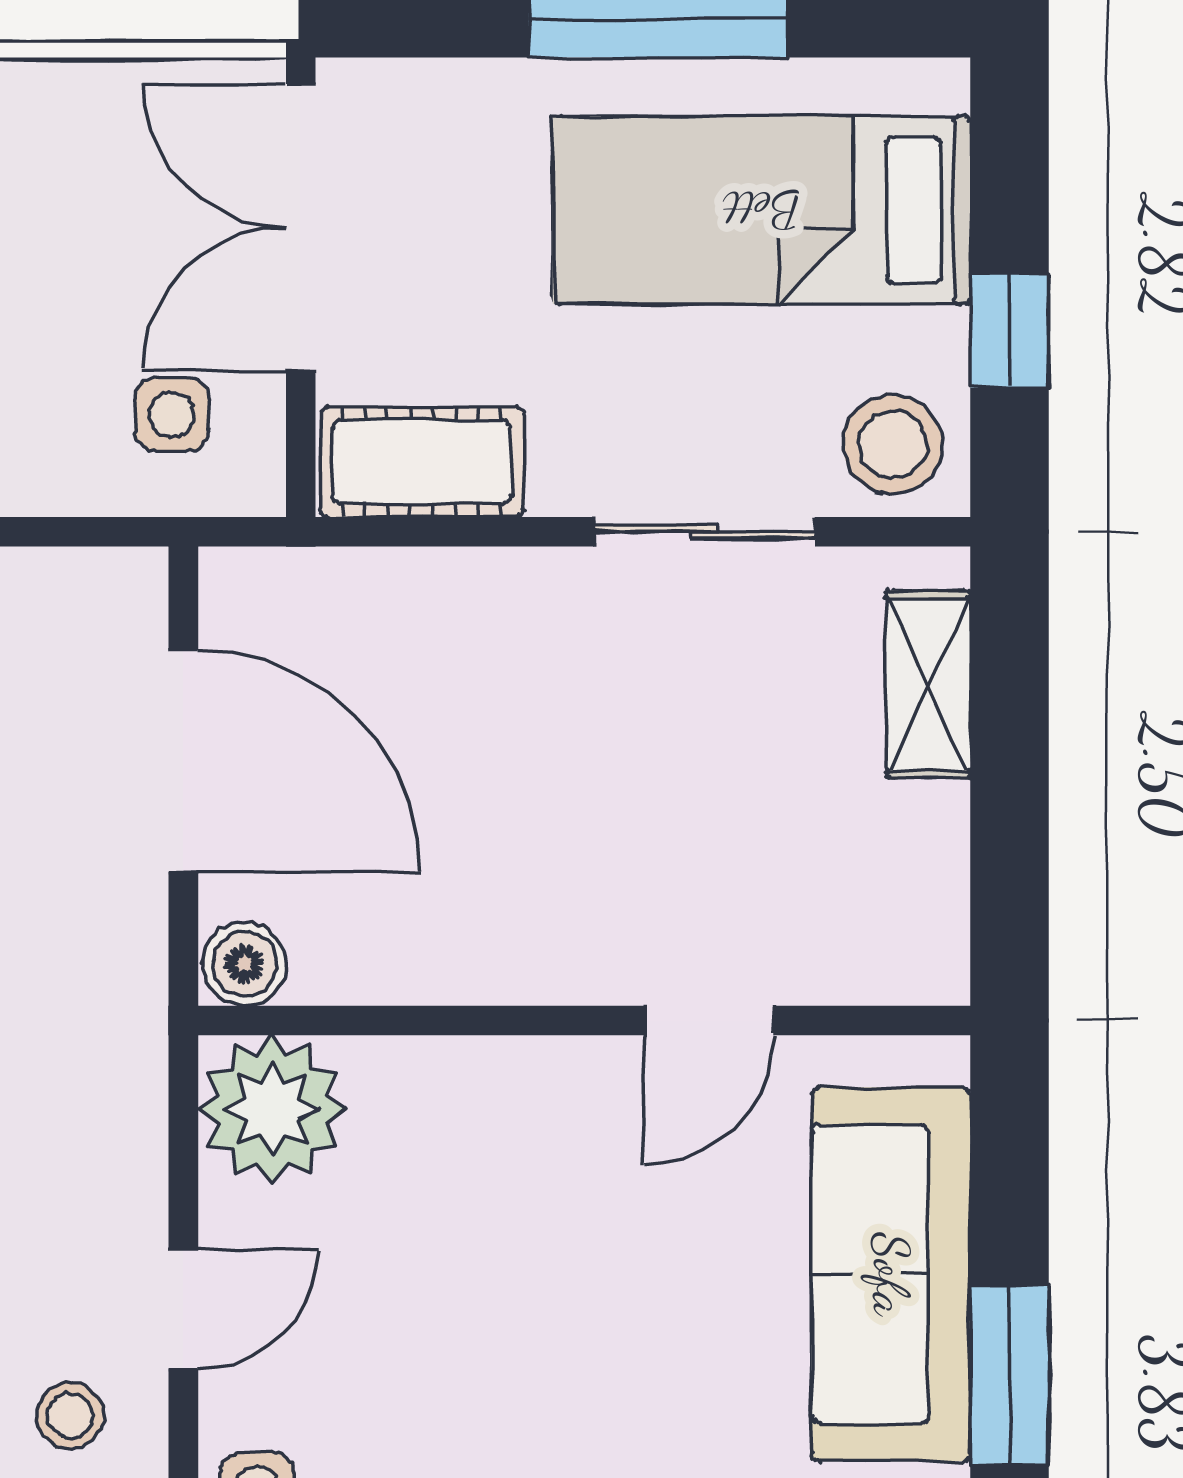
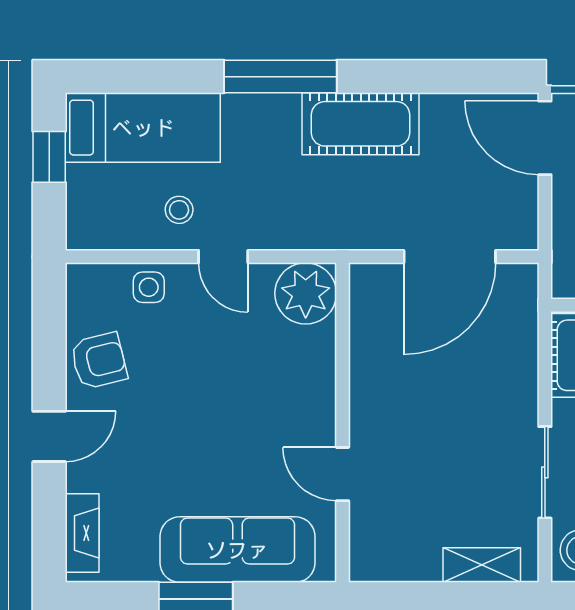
boiler: (244, 964) -> (366, 282), removed

